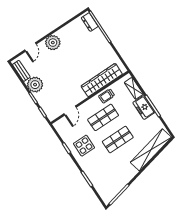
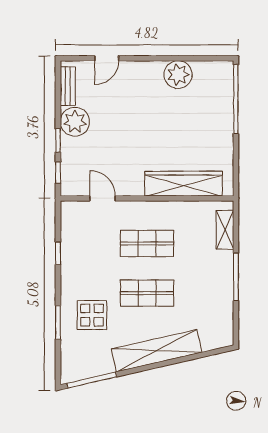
dresser: (90, 22) -> (225, 81), removed
plant: (53, 43) -> (178, 75), moved
trolley: (107, 96) -> (175, 214), removed
freezer: (144, 107) -> (221, 270), removed
door: (70, 111) -> (103, 198), swing flipped
display table: (84, 146) -> (92, 315), moved
shelving: (151, 150) -> (157, 351), moved

